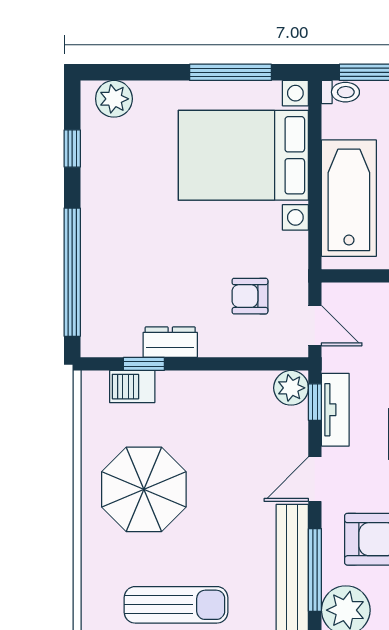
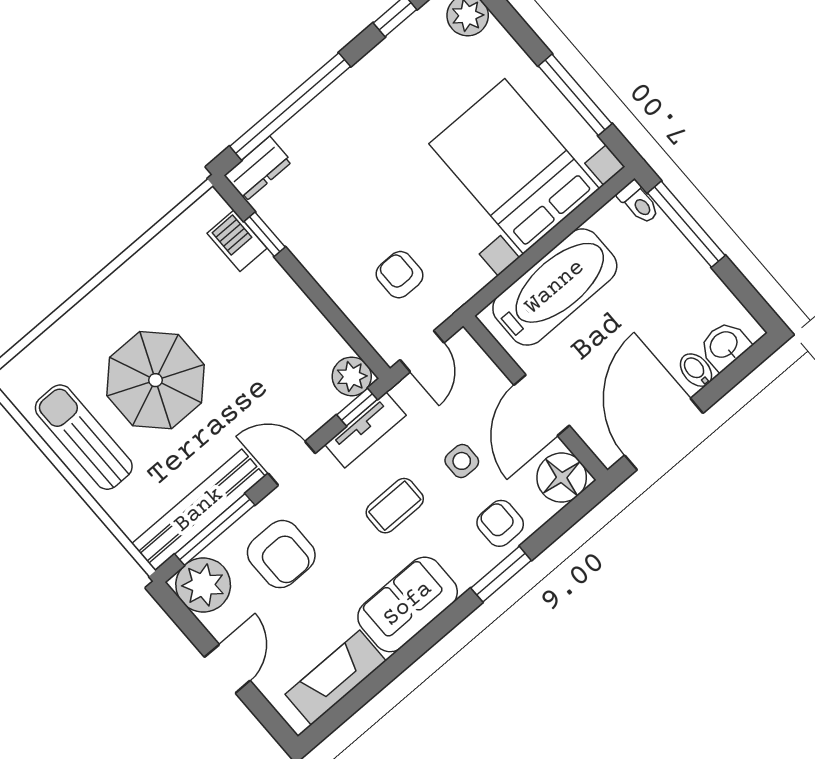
dresser: (170, 342) -> (258, 169), moved, turned 90
parasol: (144, 489) -> (156, 380), moved
sun lounger: (176, 605) -> (84, 437), turned 180

